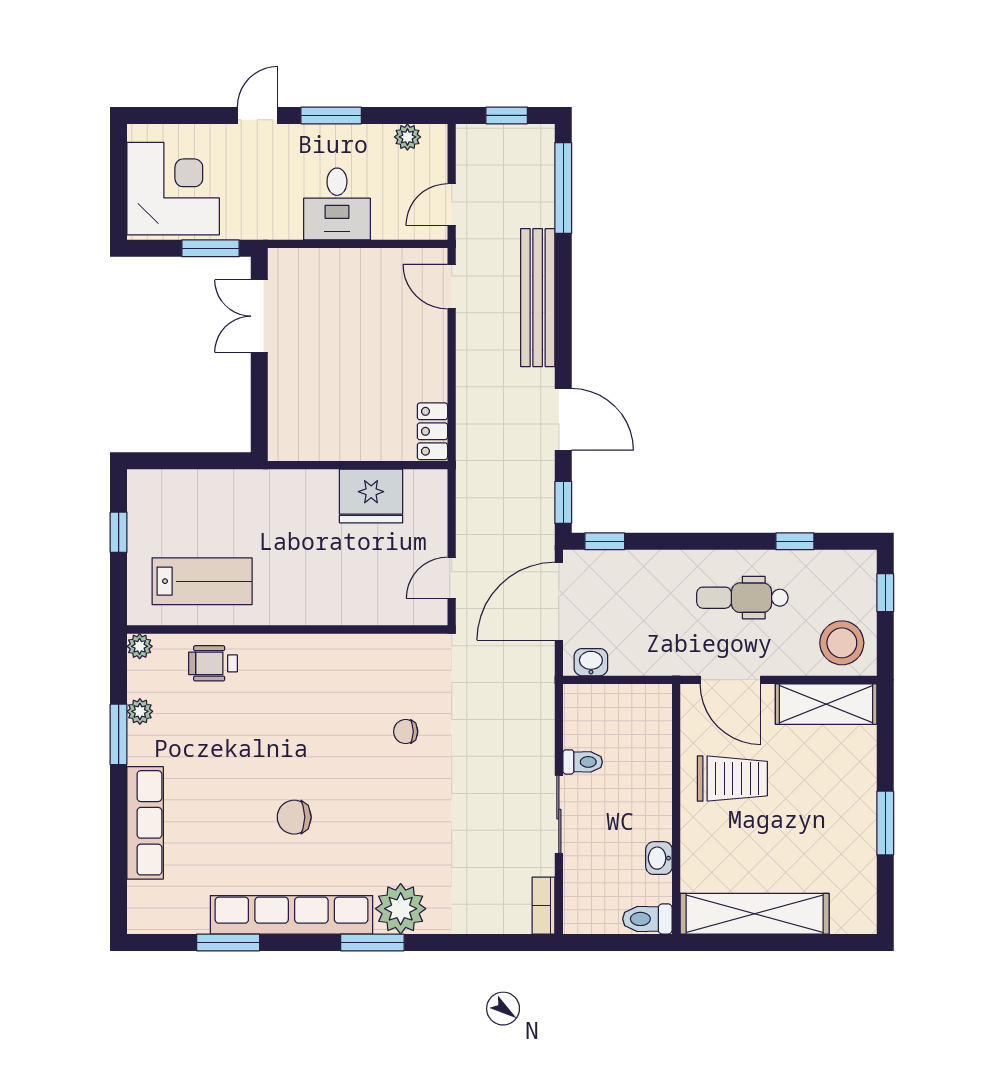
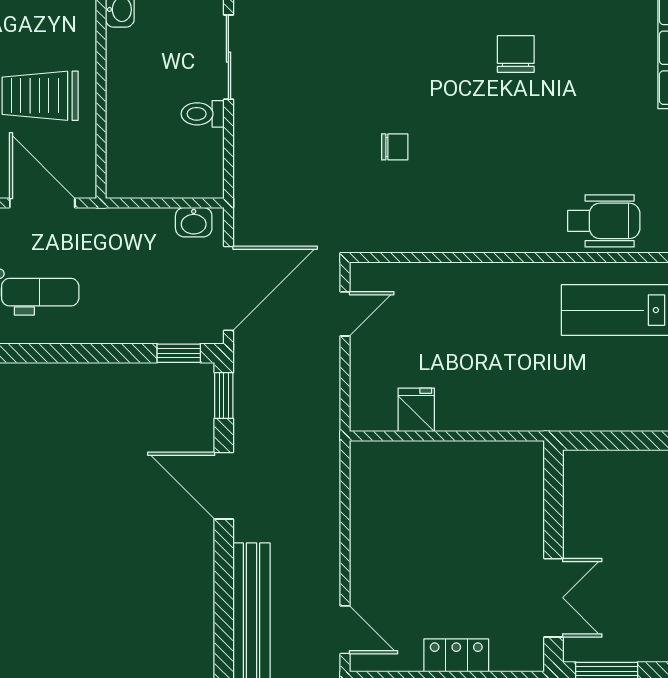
locker: (432, 431) -> (456, 655), moved, turned -90
fridge: (371, 496) -> (416, 410), width x0.53, depth x0.75
wheelchair: (213, 663) -> (604, 221), width x1.36, depth x1.37
chair: (294, 817) -> (516, 54), turned -90

